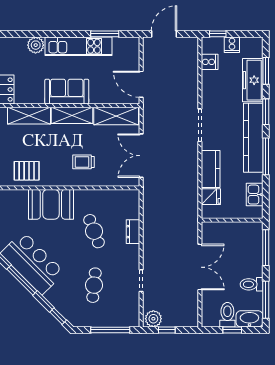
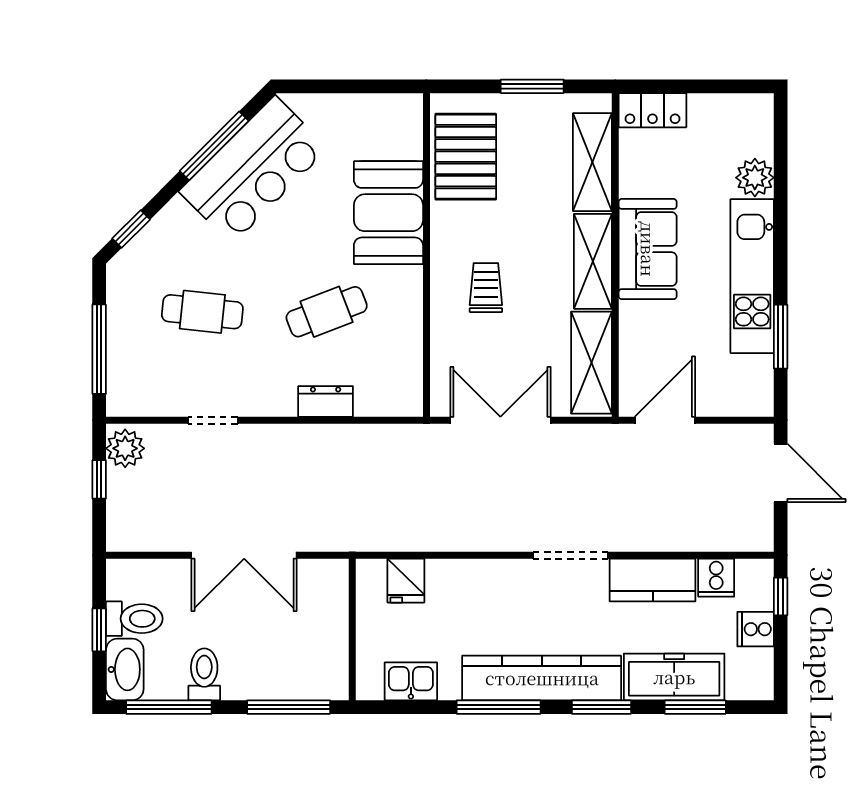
kitchen counter: (211, 169) -> (653, 580), moved
pallet: (27, 171) -> (466, 157), width x1.50, depth x1.42

